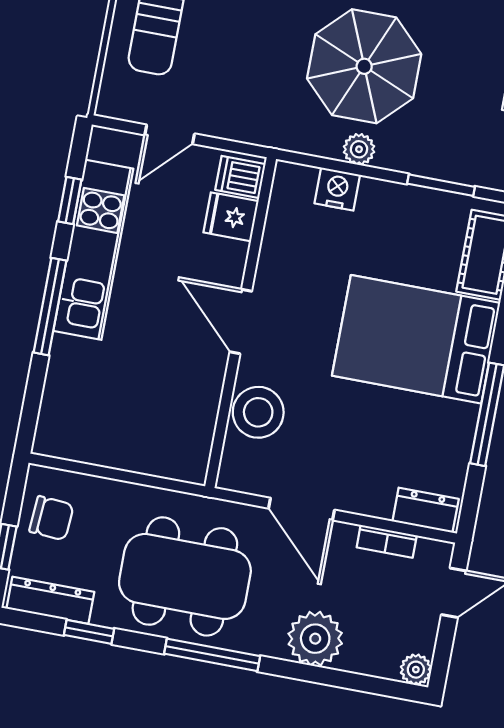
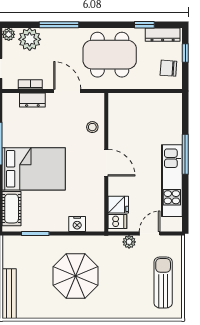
plant: (359, 149) -> (129, 242), moved
window: (70, 201) -> (185, 199), removed
stool: (258, 412) -> (92, 127), width x0.53, depth x0.53
dresser: (426, 510) -> (32, 100), moved
plant: (315, 639) -> (30, 39), moved
window: (212, 655) -> (59, 25), moved

